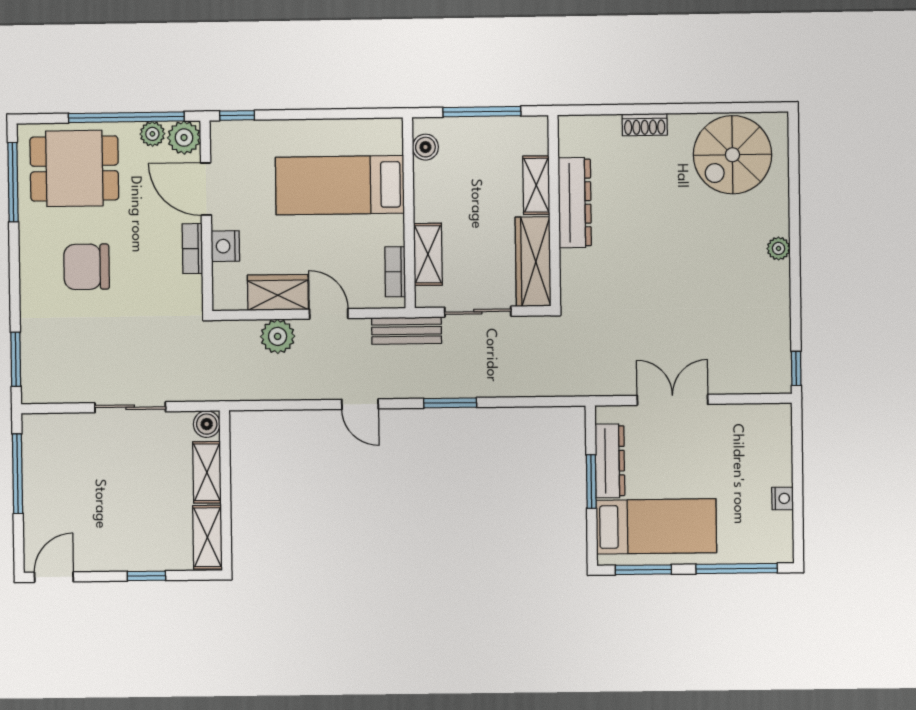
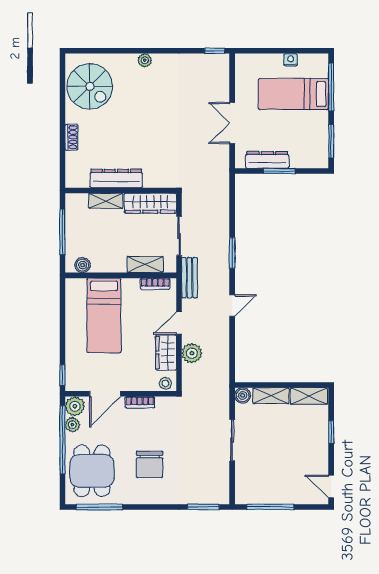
nightstand: (225, 246) -> (139, 383), removed
stool: (225, 292) -> (165, 383), added
bed: (656, 526) -> (294, 94), moved, turned -90

